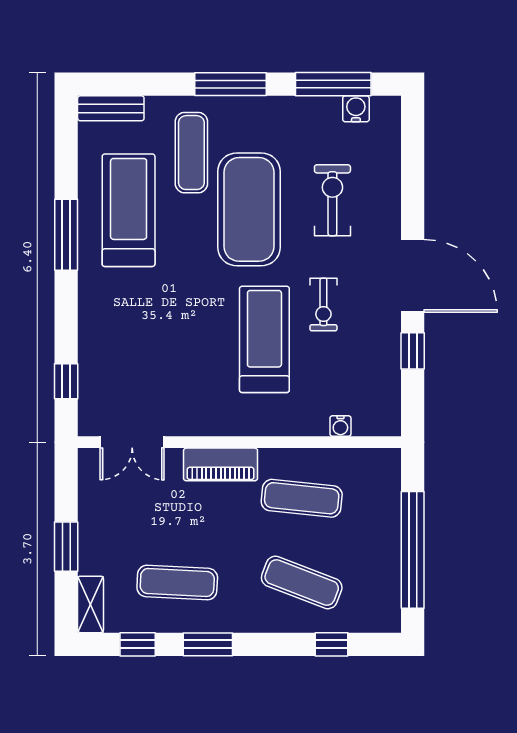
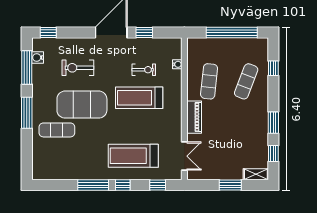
bench: (111, 108) -> (37, 165), removed
window: (413, 133) -> (48, 32), added
treadmill: (129, 210) -> (133, 156), moved
window: (66, 302) -> (123, 185), added
exercise bike: (323, 305) -> (144, 70), moved
exercise mat: (177, 582) -> (246, 136), removed

